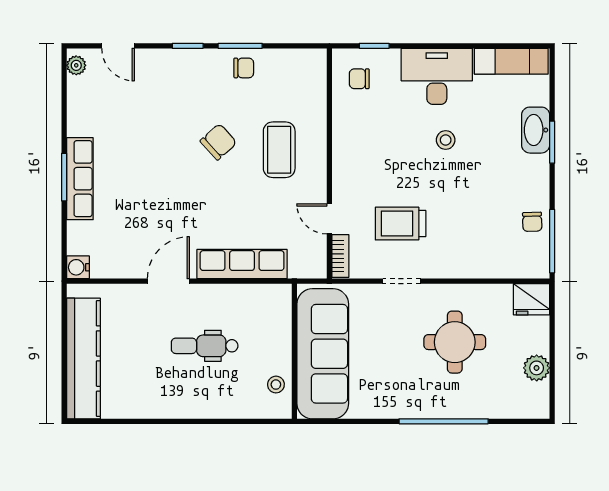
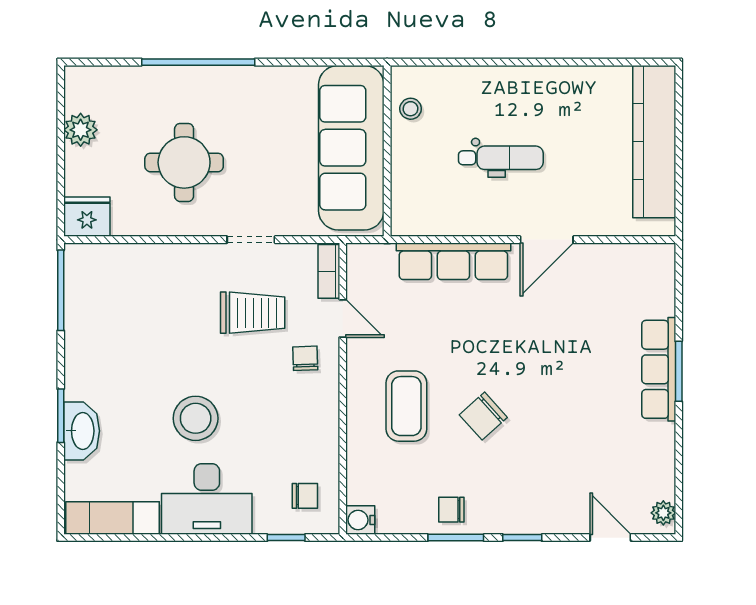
stool: (446, 140) -> (196, 418), width x1.89, depth x1.89
chair: (532, 222) -> (305, 358), moved
water cooler: (78, 267) -> (360, 520), moved, turned 180

